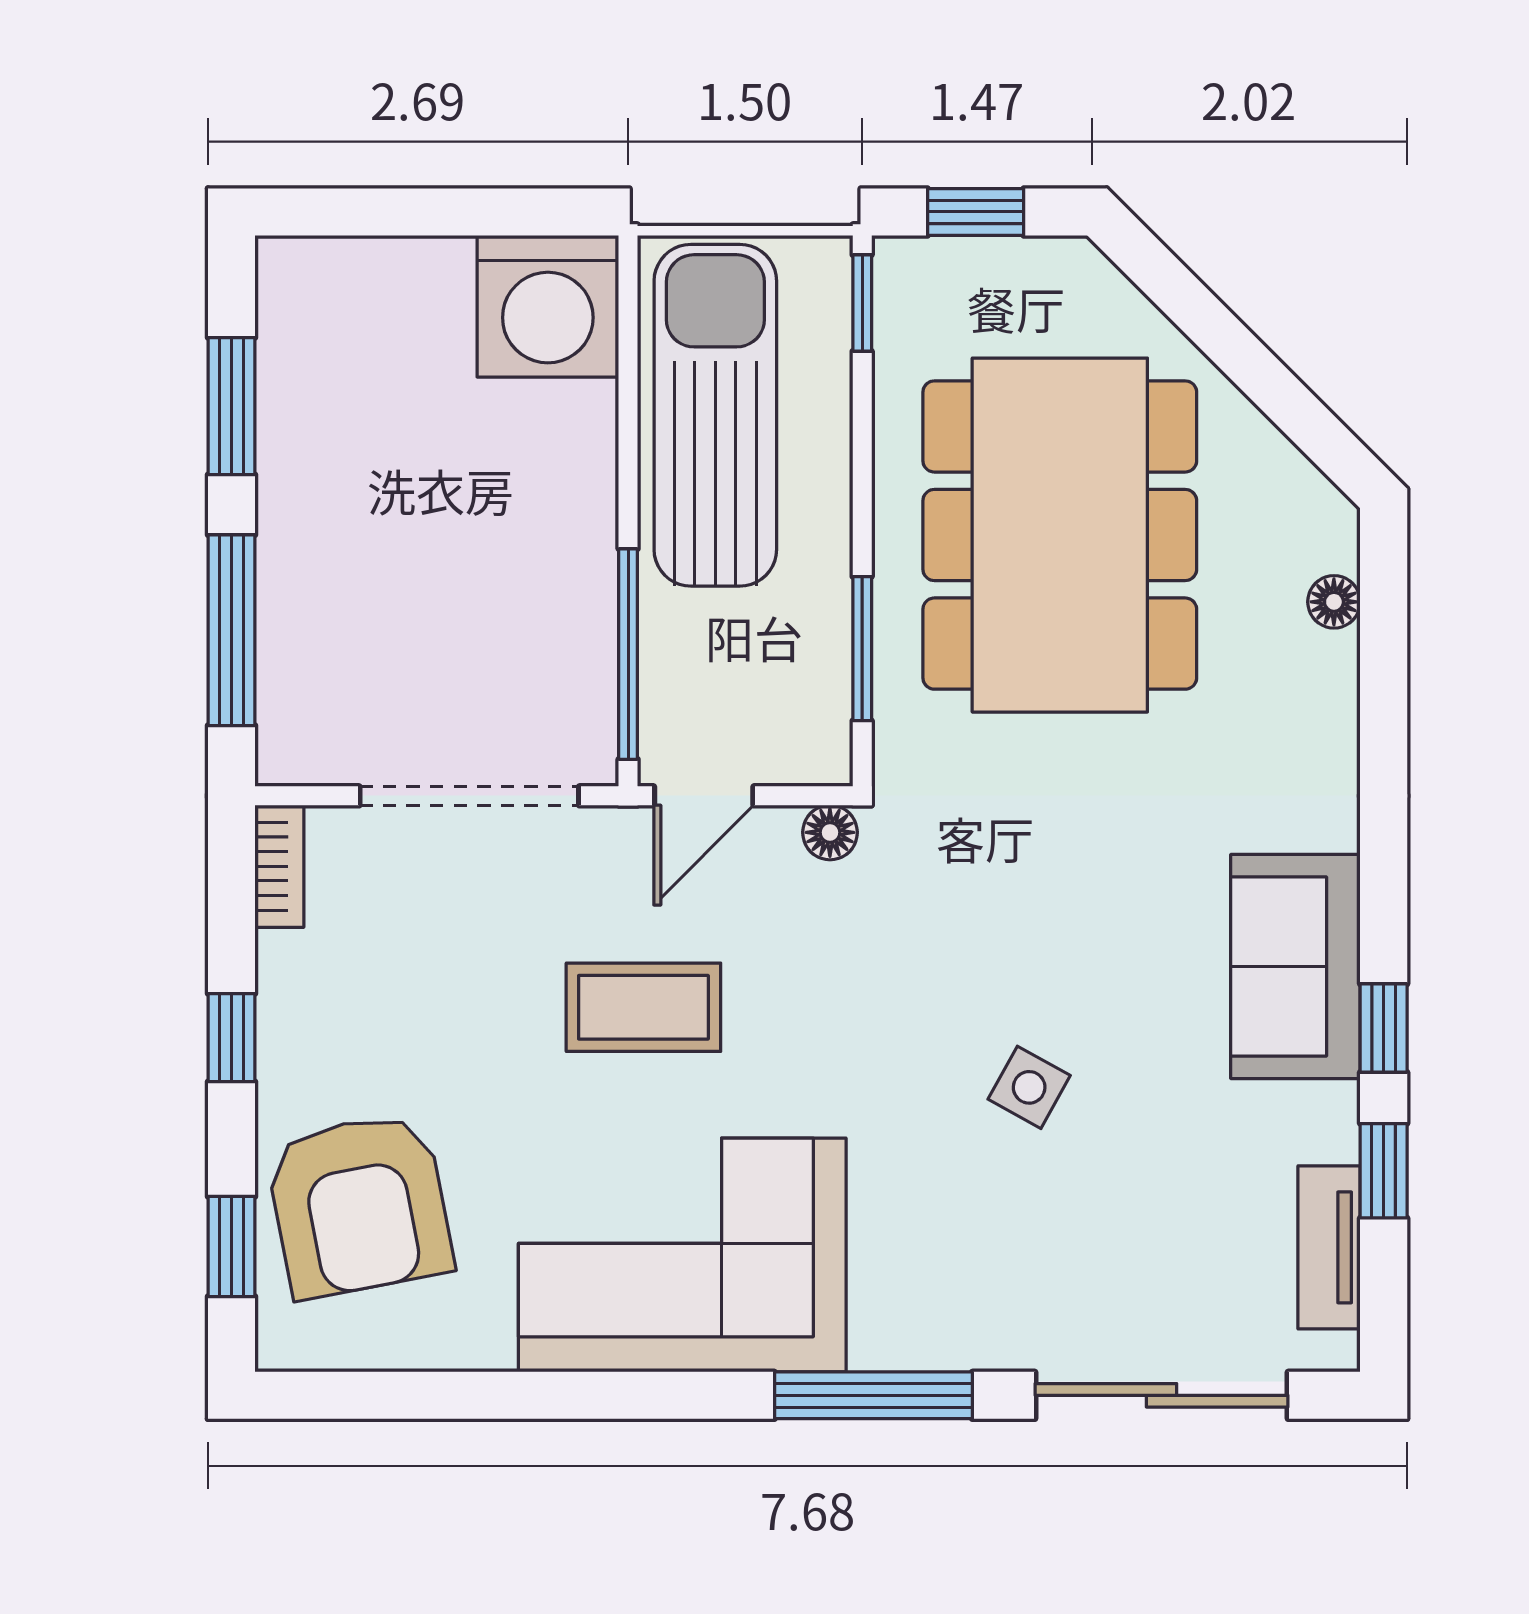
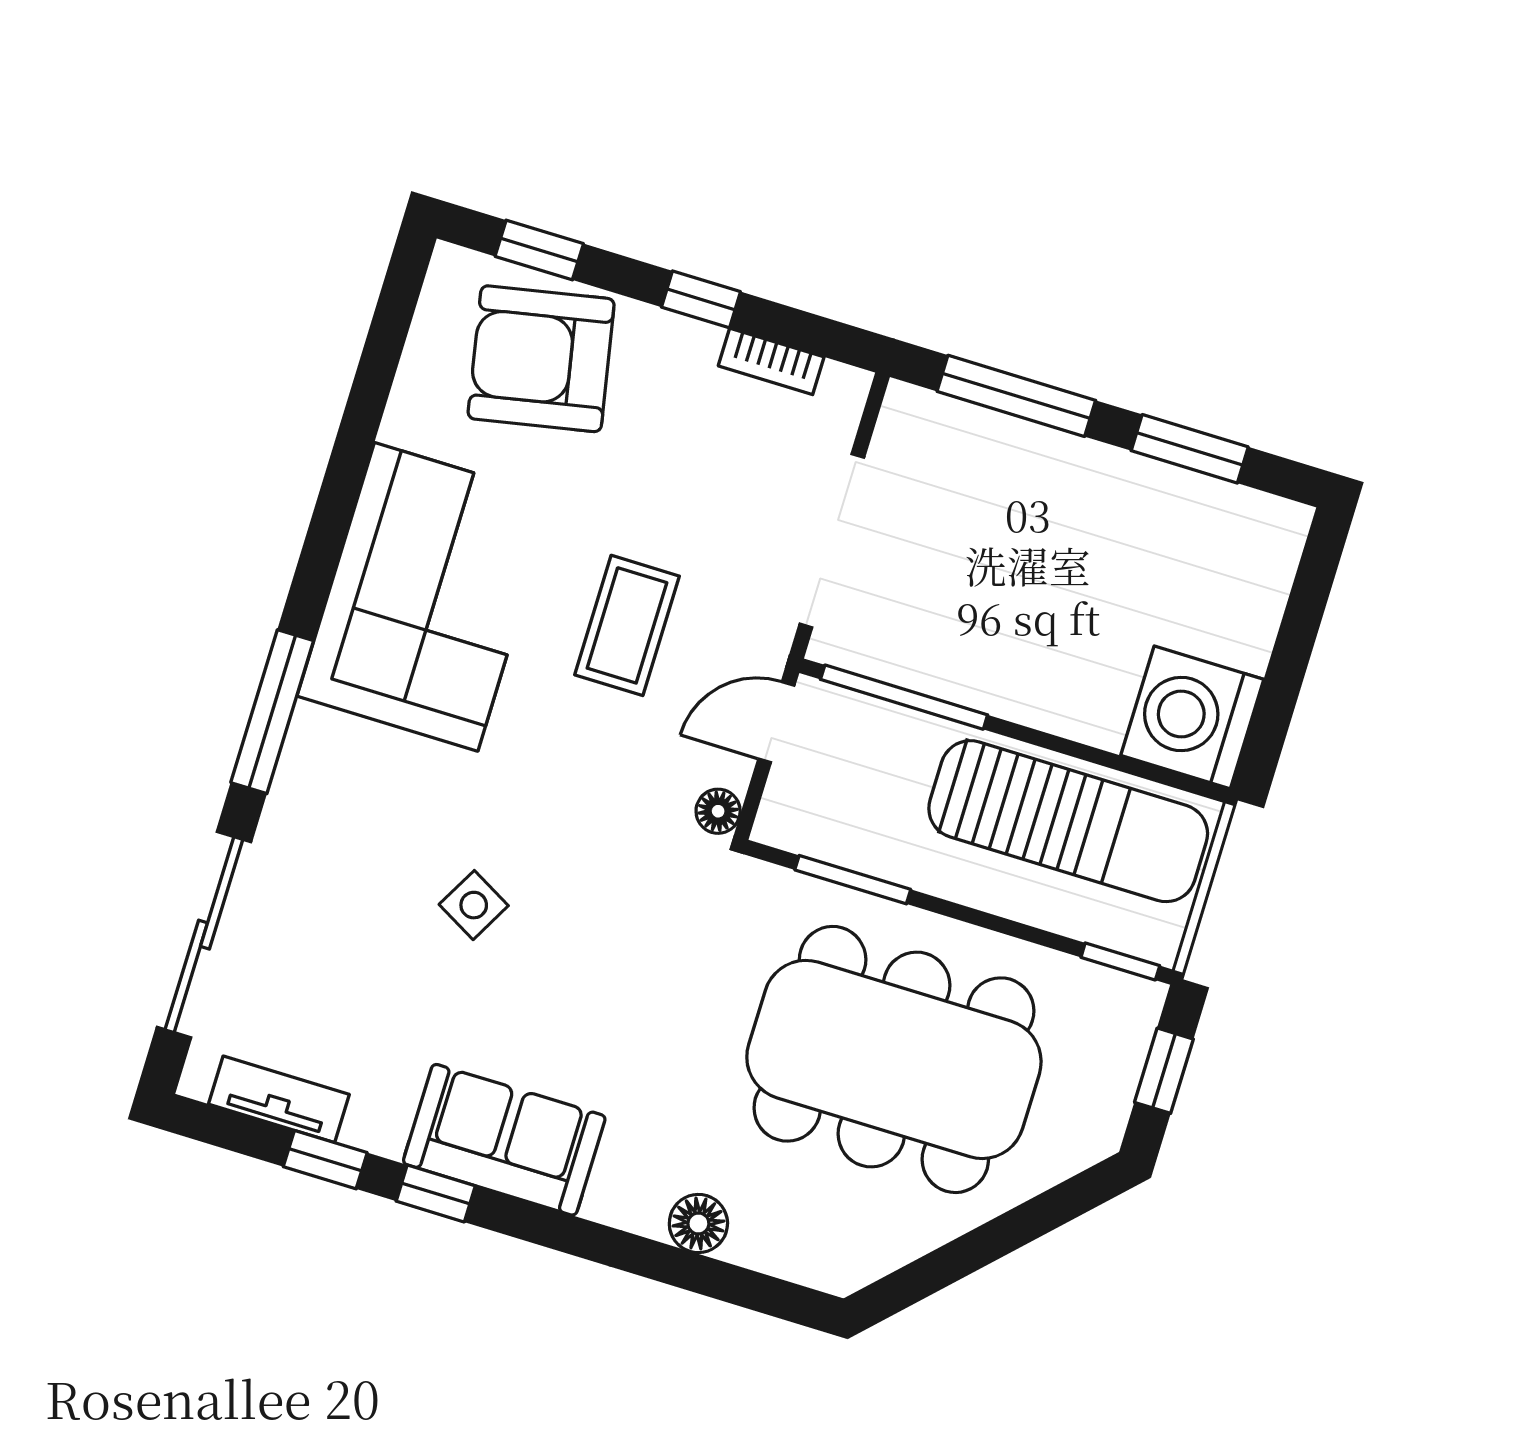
floor lamp: (1334, 602) -> (698, 1223), moved, width x1.37, depth x1.37
door: (704, 796) -> (776, 722), hinge flipped
bookcase: (279, 866) -> (771, 361), moved

